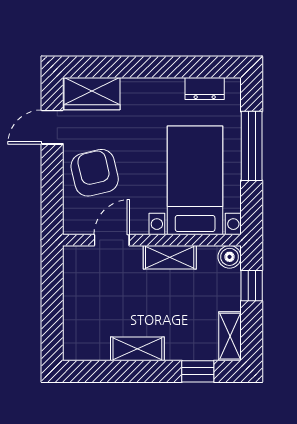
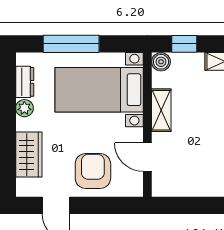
plant: (172, 88) -> (24, 108), added
wardrobe: (92, 94) -> (29, 155), moved
armchair: (95, 173) -> (93, 171), turned 103

